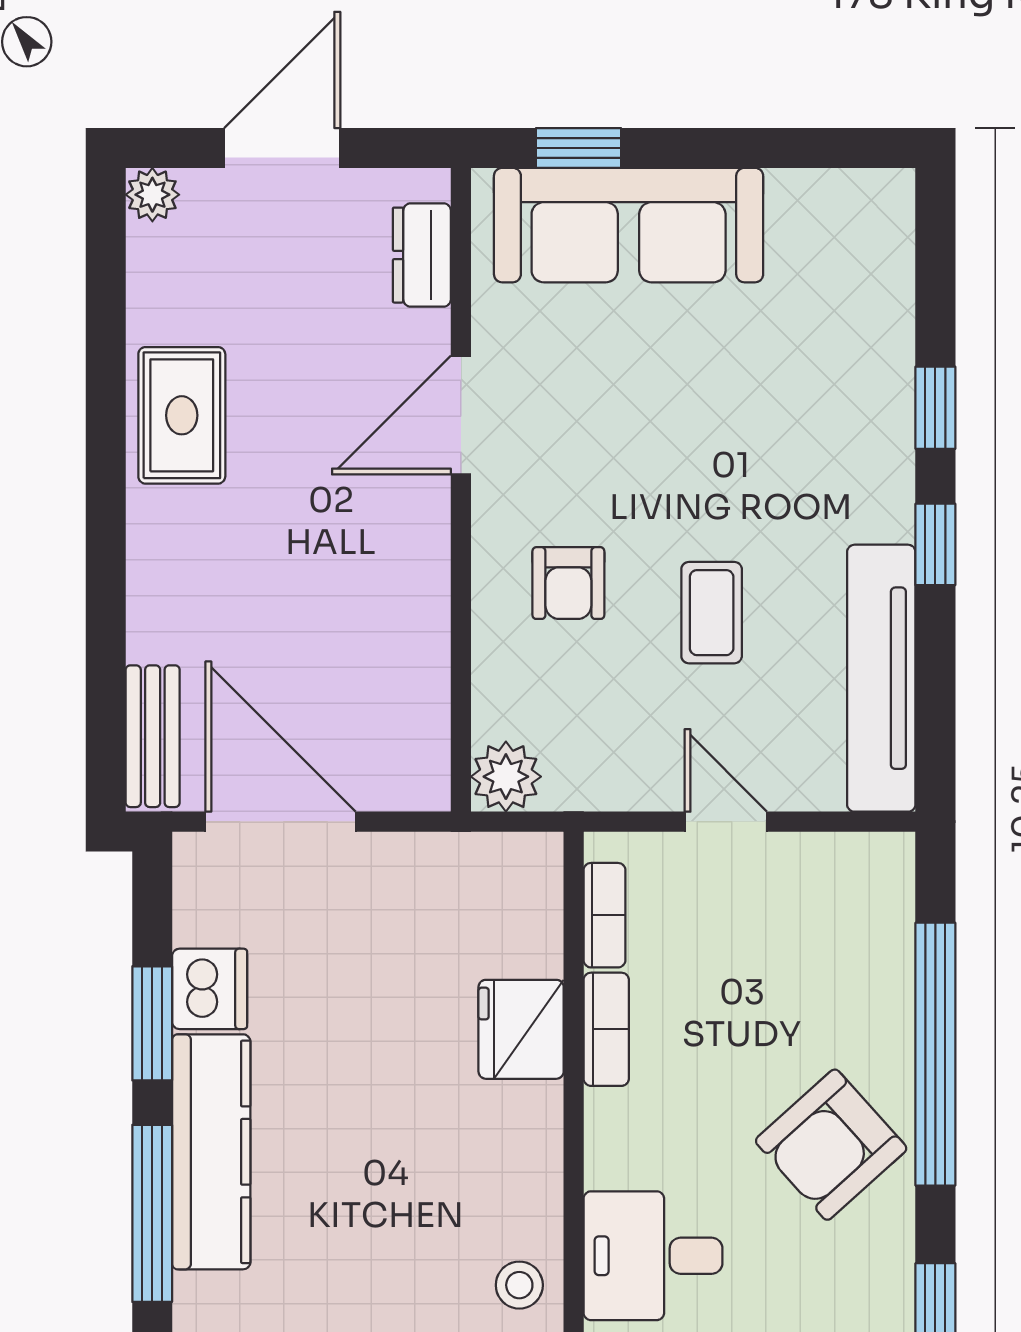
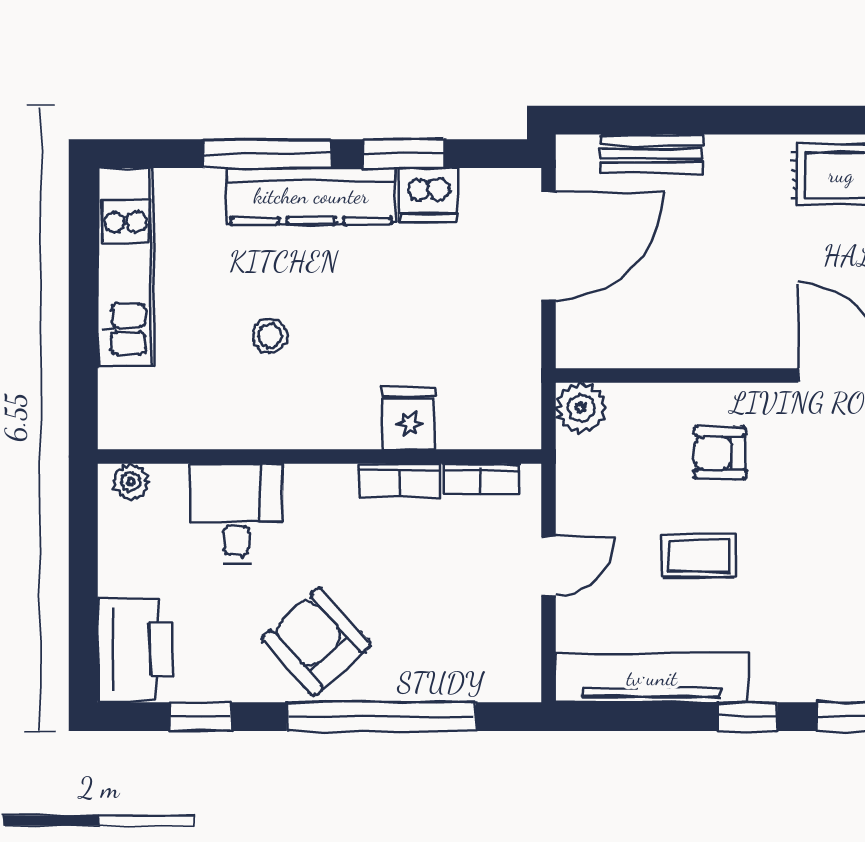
bench: (153, 736) -> (652, 154), moved
fridge: (521, 1029) -> (409, 419), width x0.72
stool: (519, 1285) -> (270, 336), moved

